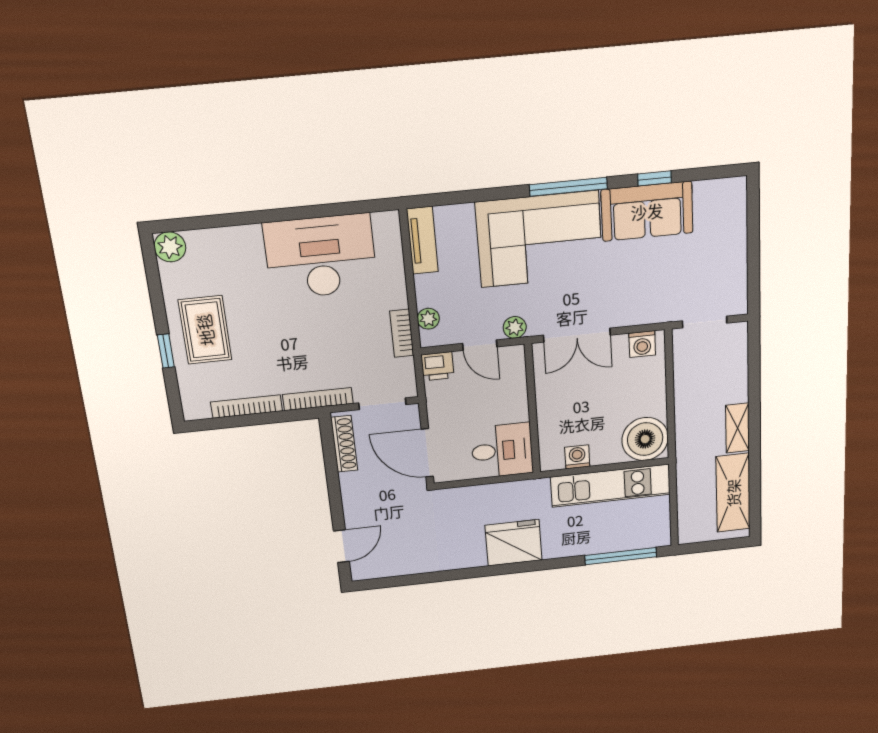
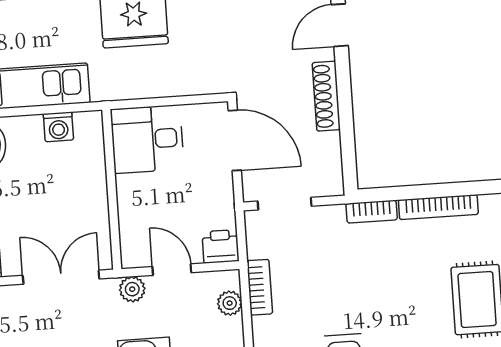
bookcase: (318, 399) -> (372, 212), width x0.64
shoe rack: (344, 444) -> (326, 96), moved

